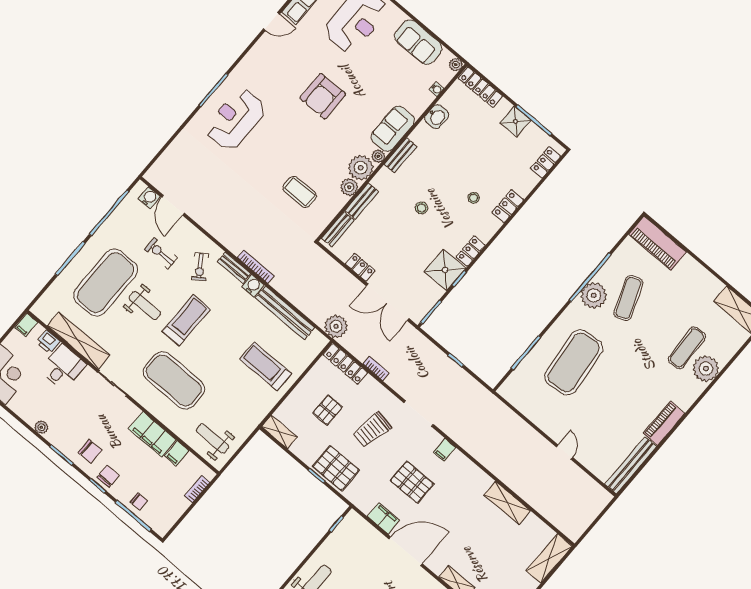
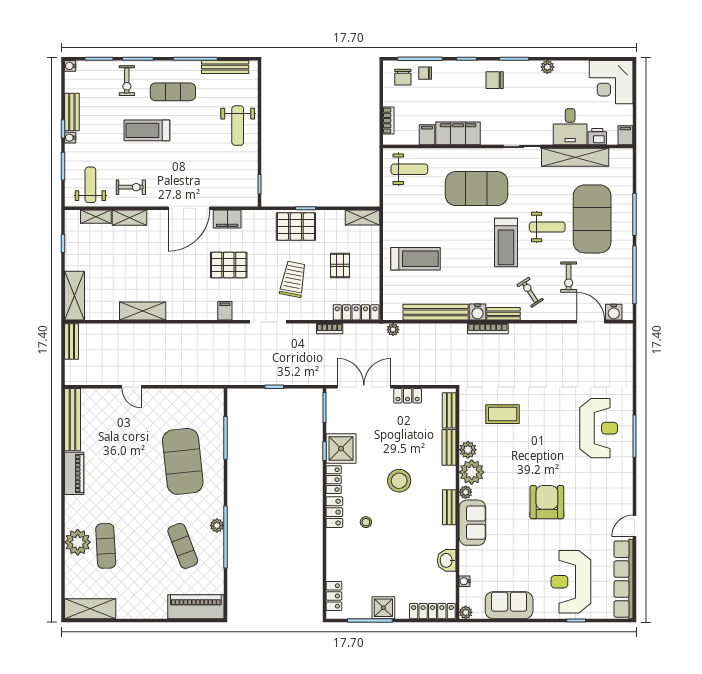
locker: (508, 206) -> (334, 512), moved
stool: (421, 208) -> (399, 481), width x1.89, depth x1.89
exercise bike: (161, 254) -> (569, 277), turned 90
plant: (594, 295) -> (217, 526), width x0.53, depth x0.53
weight bench: (145, 306) -> (547, 227), turned 180
plant: (336, 326) -> (393, 330), width x0.53, depth x0.53
chair: (108, 476) -> (403, 77), moved
bench: (581, 525) -> (72, 342), added

